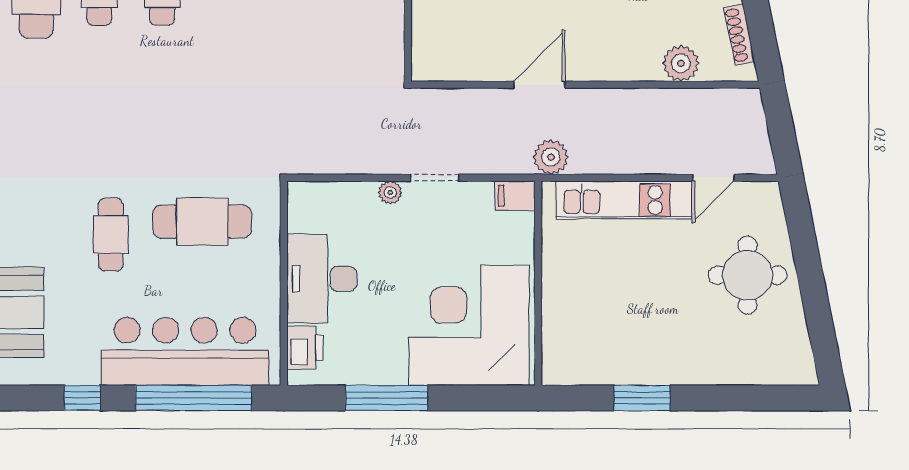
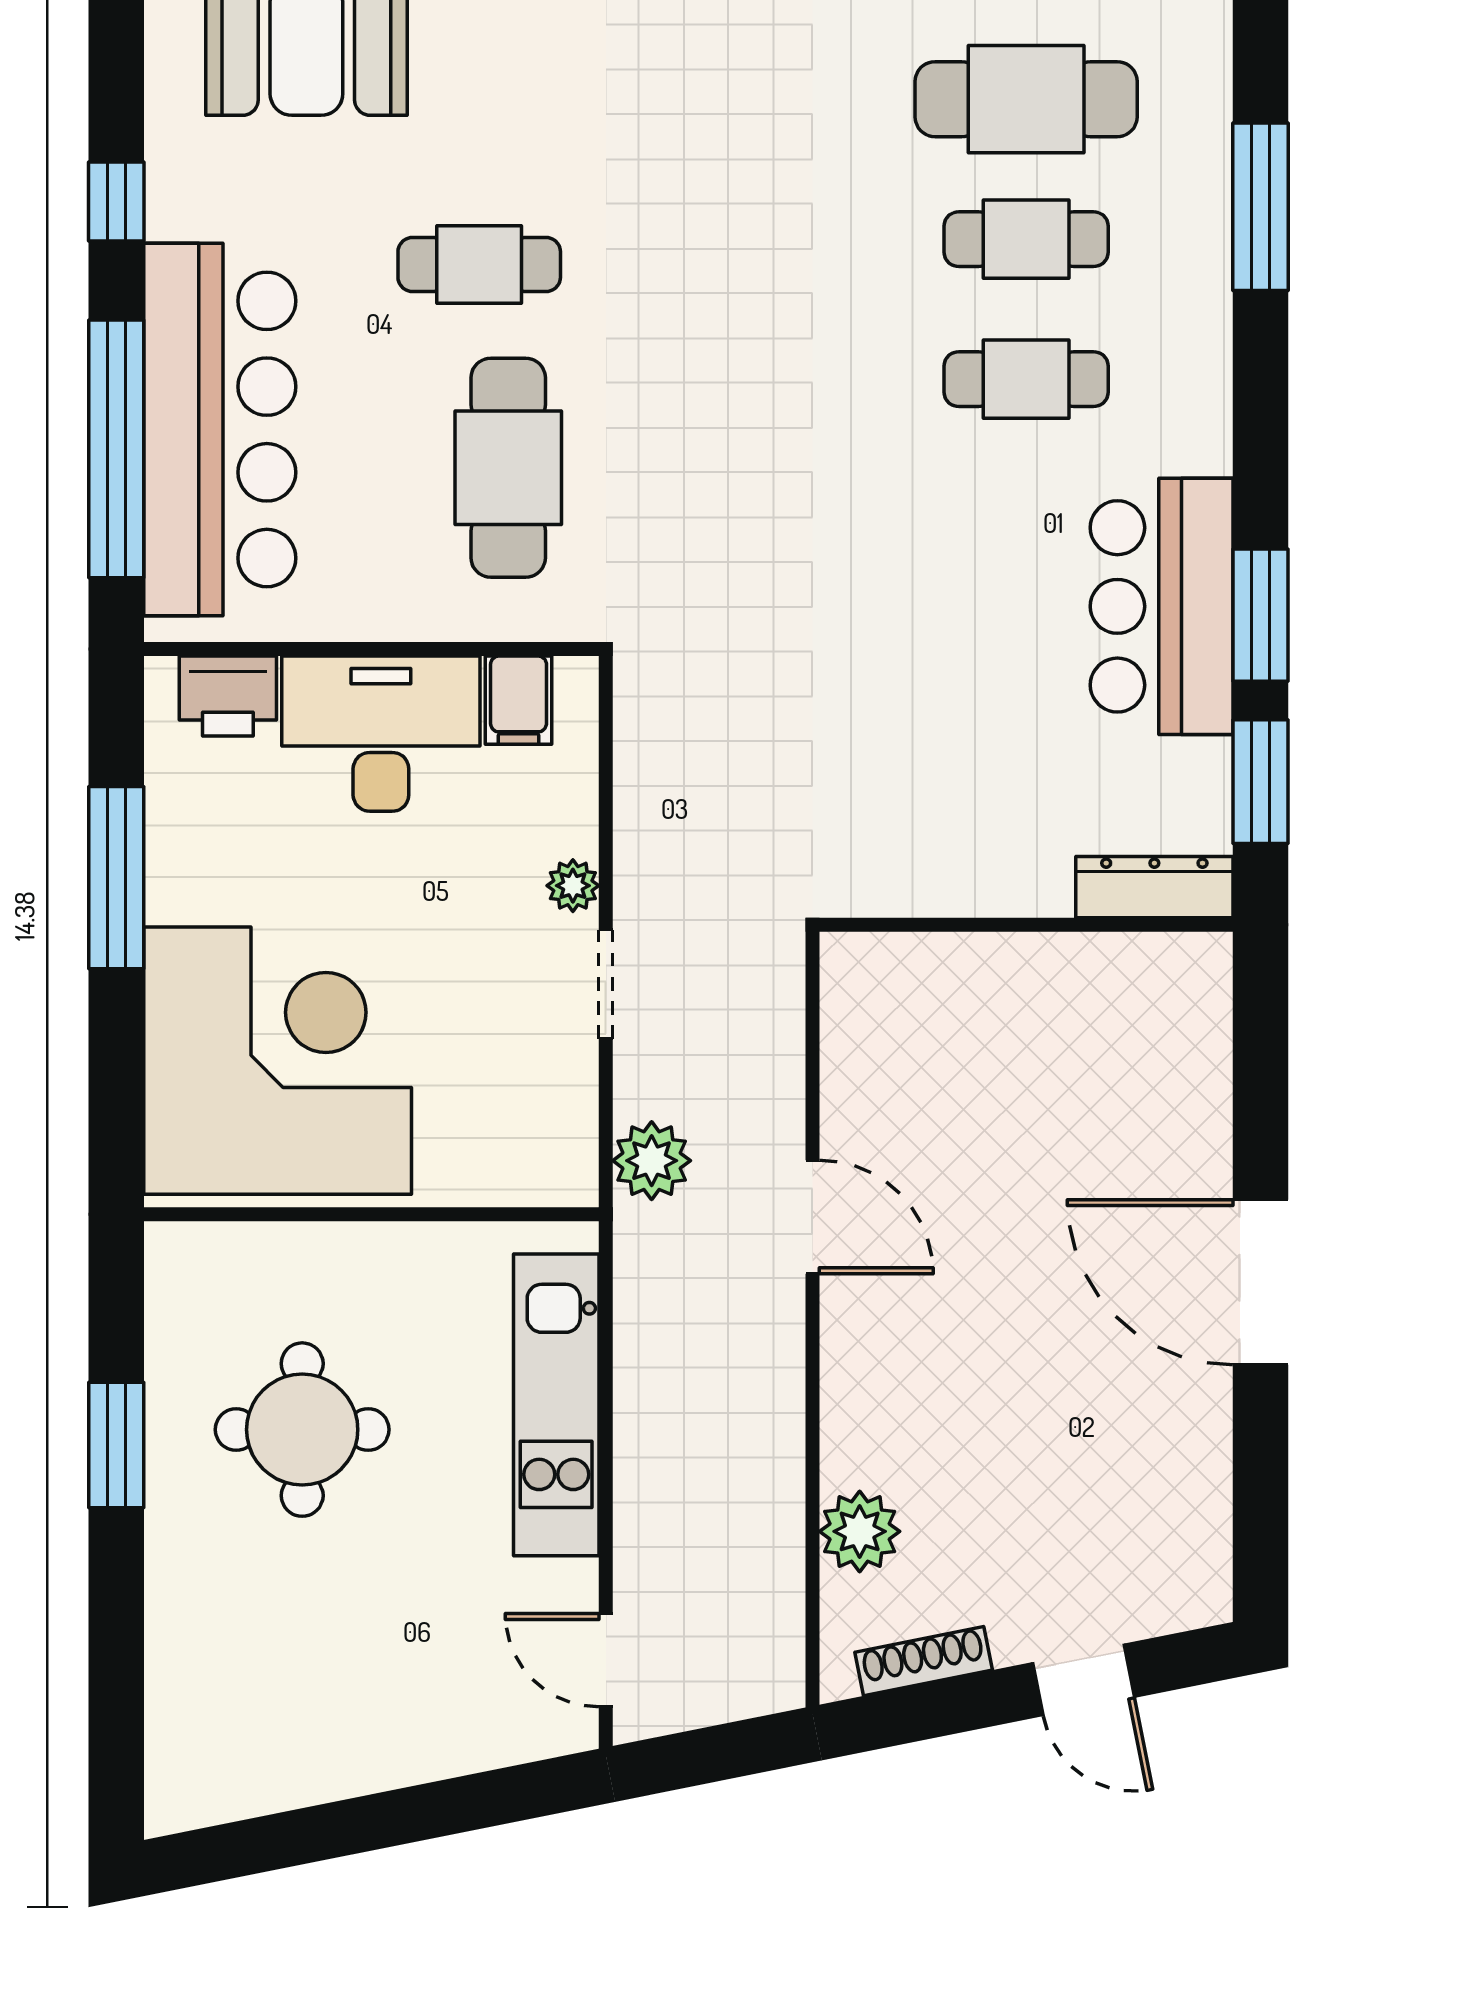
plant: (551, 157) -> (652, 1161), moved
door: (713, 178) -> (606, 1660), moved
filing cabinet: (515, 196) -> (519, 700), moved, turned 180
round table: (748, 275) -> (302, 1430), moved

